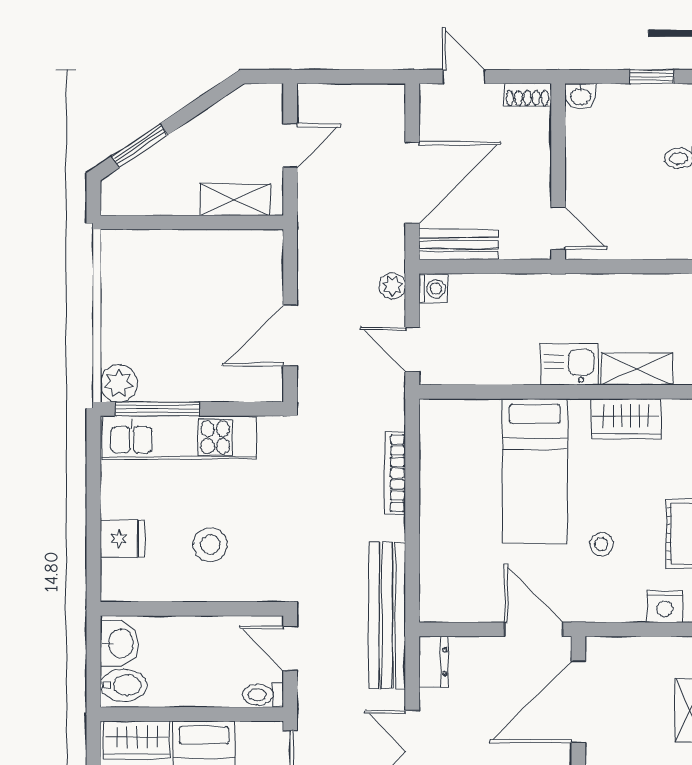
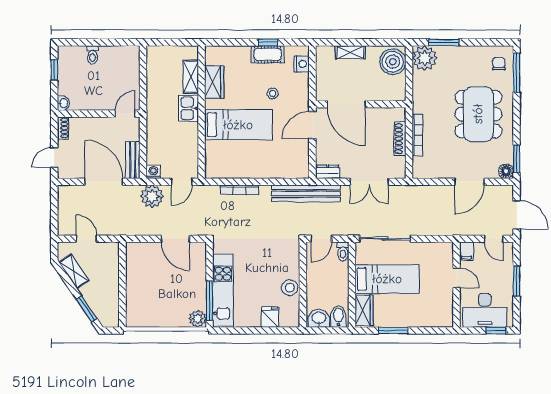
shelving: (235, 200) -> (74, 271), moved, turned -34
plant: (392, 286) -> (152, 196), width x1.88, depth x1.88
stool: (210, 545) -> (290, 288), moved

